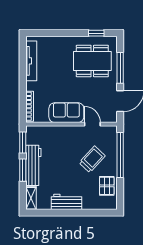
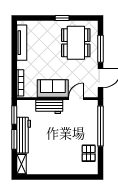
window: (96, 33) -> (62, 18), moved
dining table: (92, 61) -> (76, 43), turned 90
door: (92, 124) -> (76, 99), hinge flipped
trolley: (92, 159) -> (76, 130), removed
workbench: (66, 202) -> (49, 107), moved, turned 180

